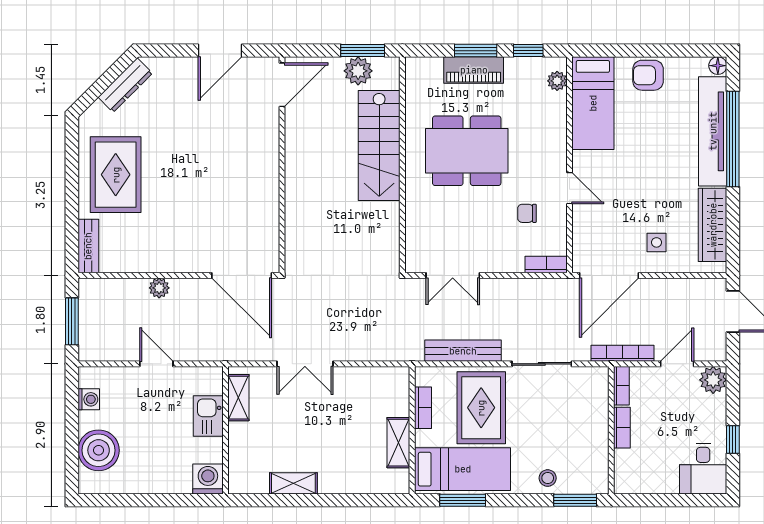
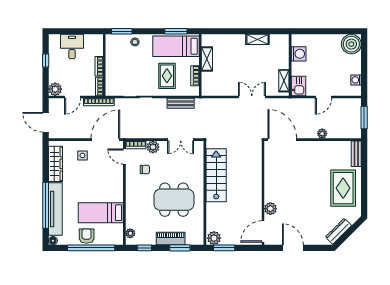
door: (220, 51) -> (293, 248), hinge flipped
window: (476, 51) -> (180, 248), moved
window: (639, 51) -> (91, 248), added
plant: (358, 71) -> (214, 238), moved
armchair: (648, 75) -> (87, 236), turned -90
bed: (593, 103) -> (101, 213), moved, turned -90
plant: (266, 132) -> (270, 209), added
stairs: (379, 146) -> (216, 175), moved
door: (569, 188) -> (124, 157), moved
plant: (510, 260) -> (153, 147), added
double door: (453, 275) -> (181, 140), swing flipped
bench: (463, 351) -> (181, 103), width x0.73
door: (156, 364) -> (324, 97), hinge flipped
rug: (481, 408) -> (167, 76), width x0.73, depth x0.70
kitchen sink: (208, 416) -> (298, 86), moved
boiler: (99, 450) -> (351, 44), moved
desk: (703, 469) -> (72, 46), moved
washing machine: (208, 479) -> (299, 54), moved, turned -90

